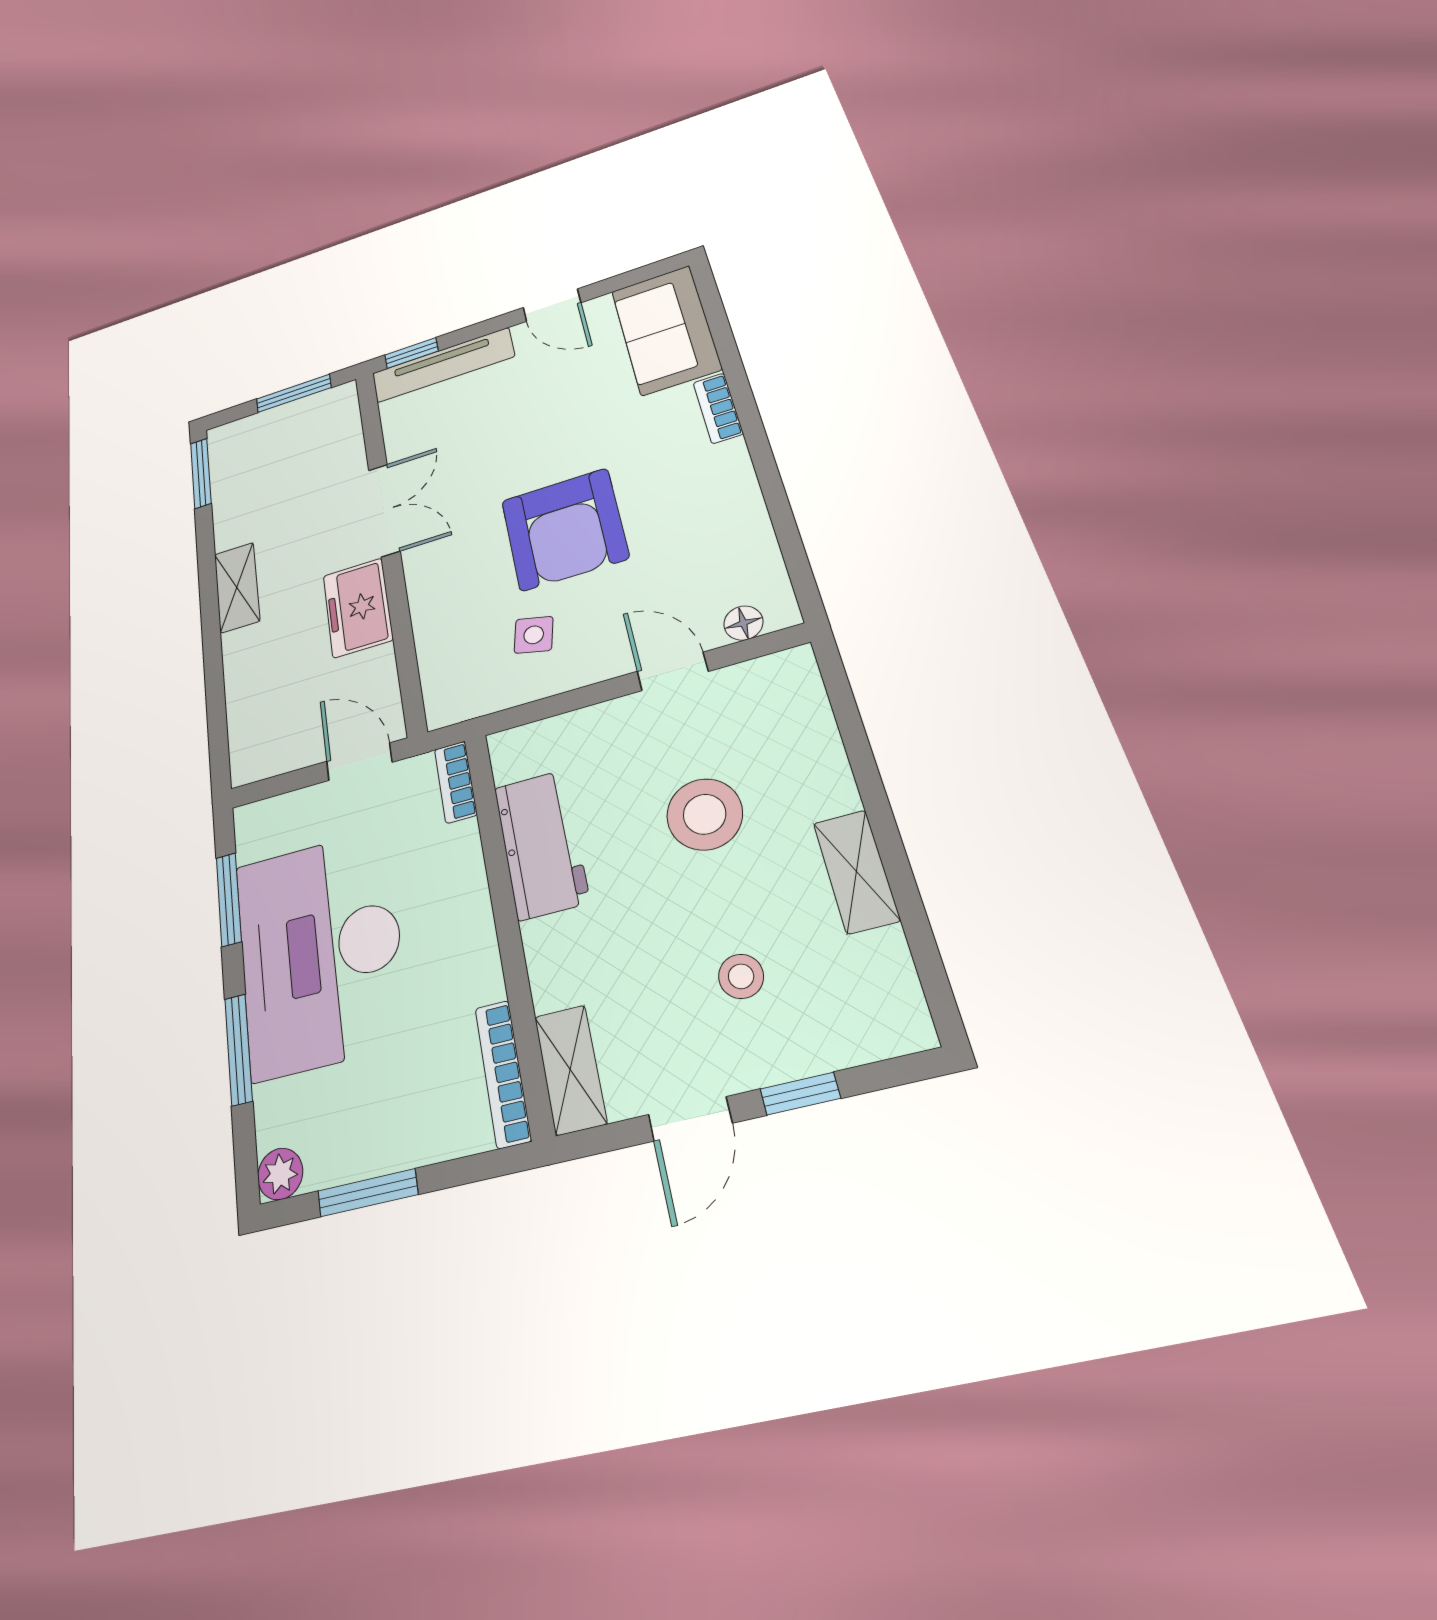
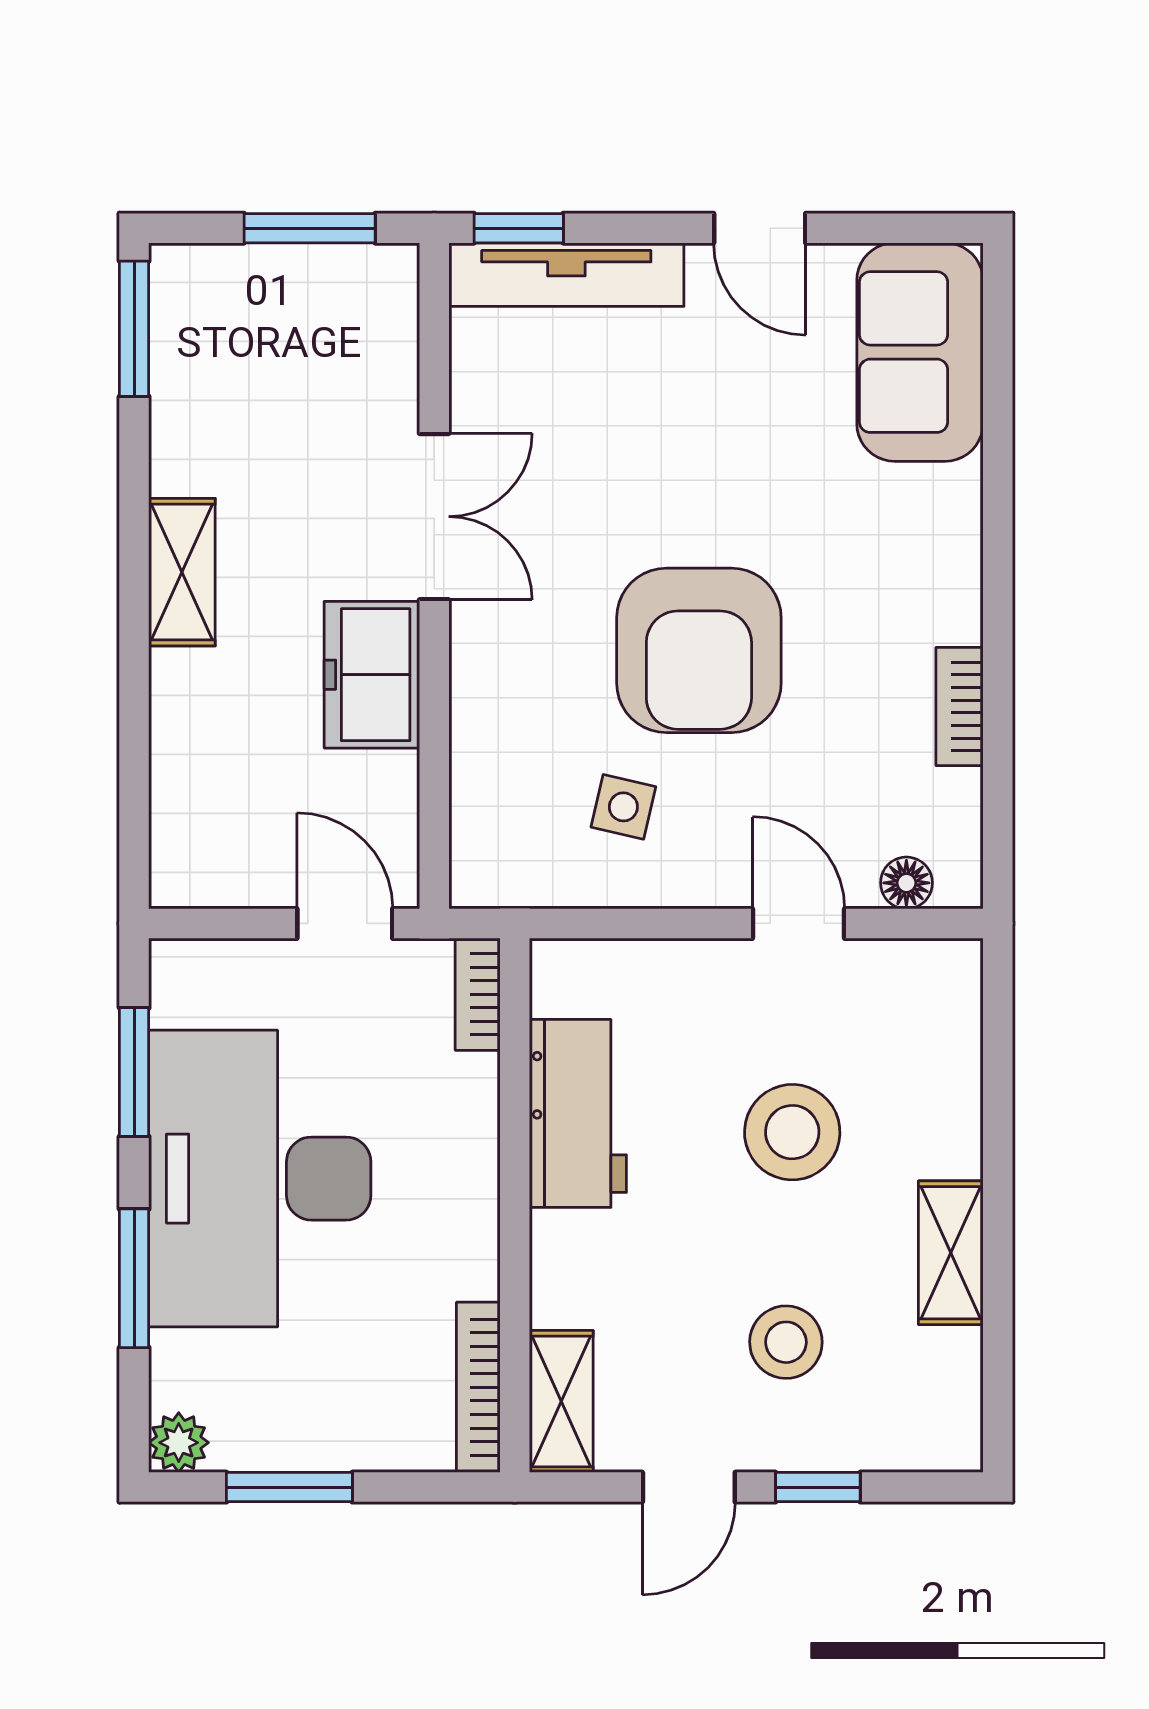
bookcase: (718, 408) -> (959, 706), moved
stool: (741, 976) -> (786, 1342), width x1.37, depth x1.37

